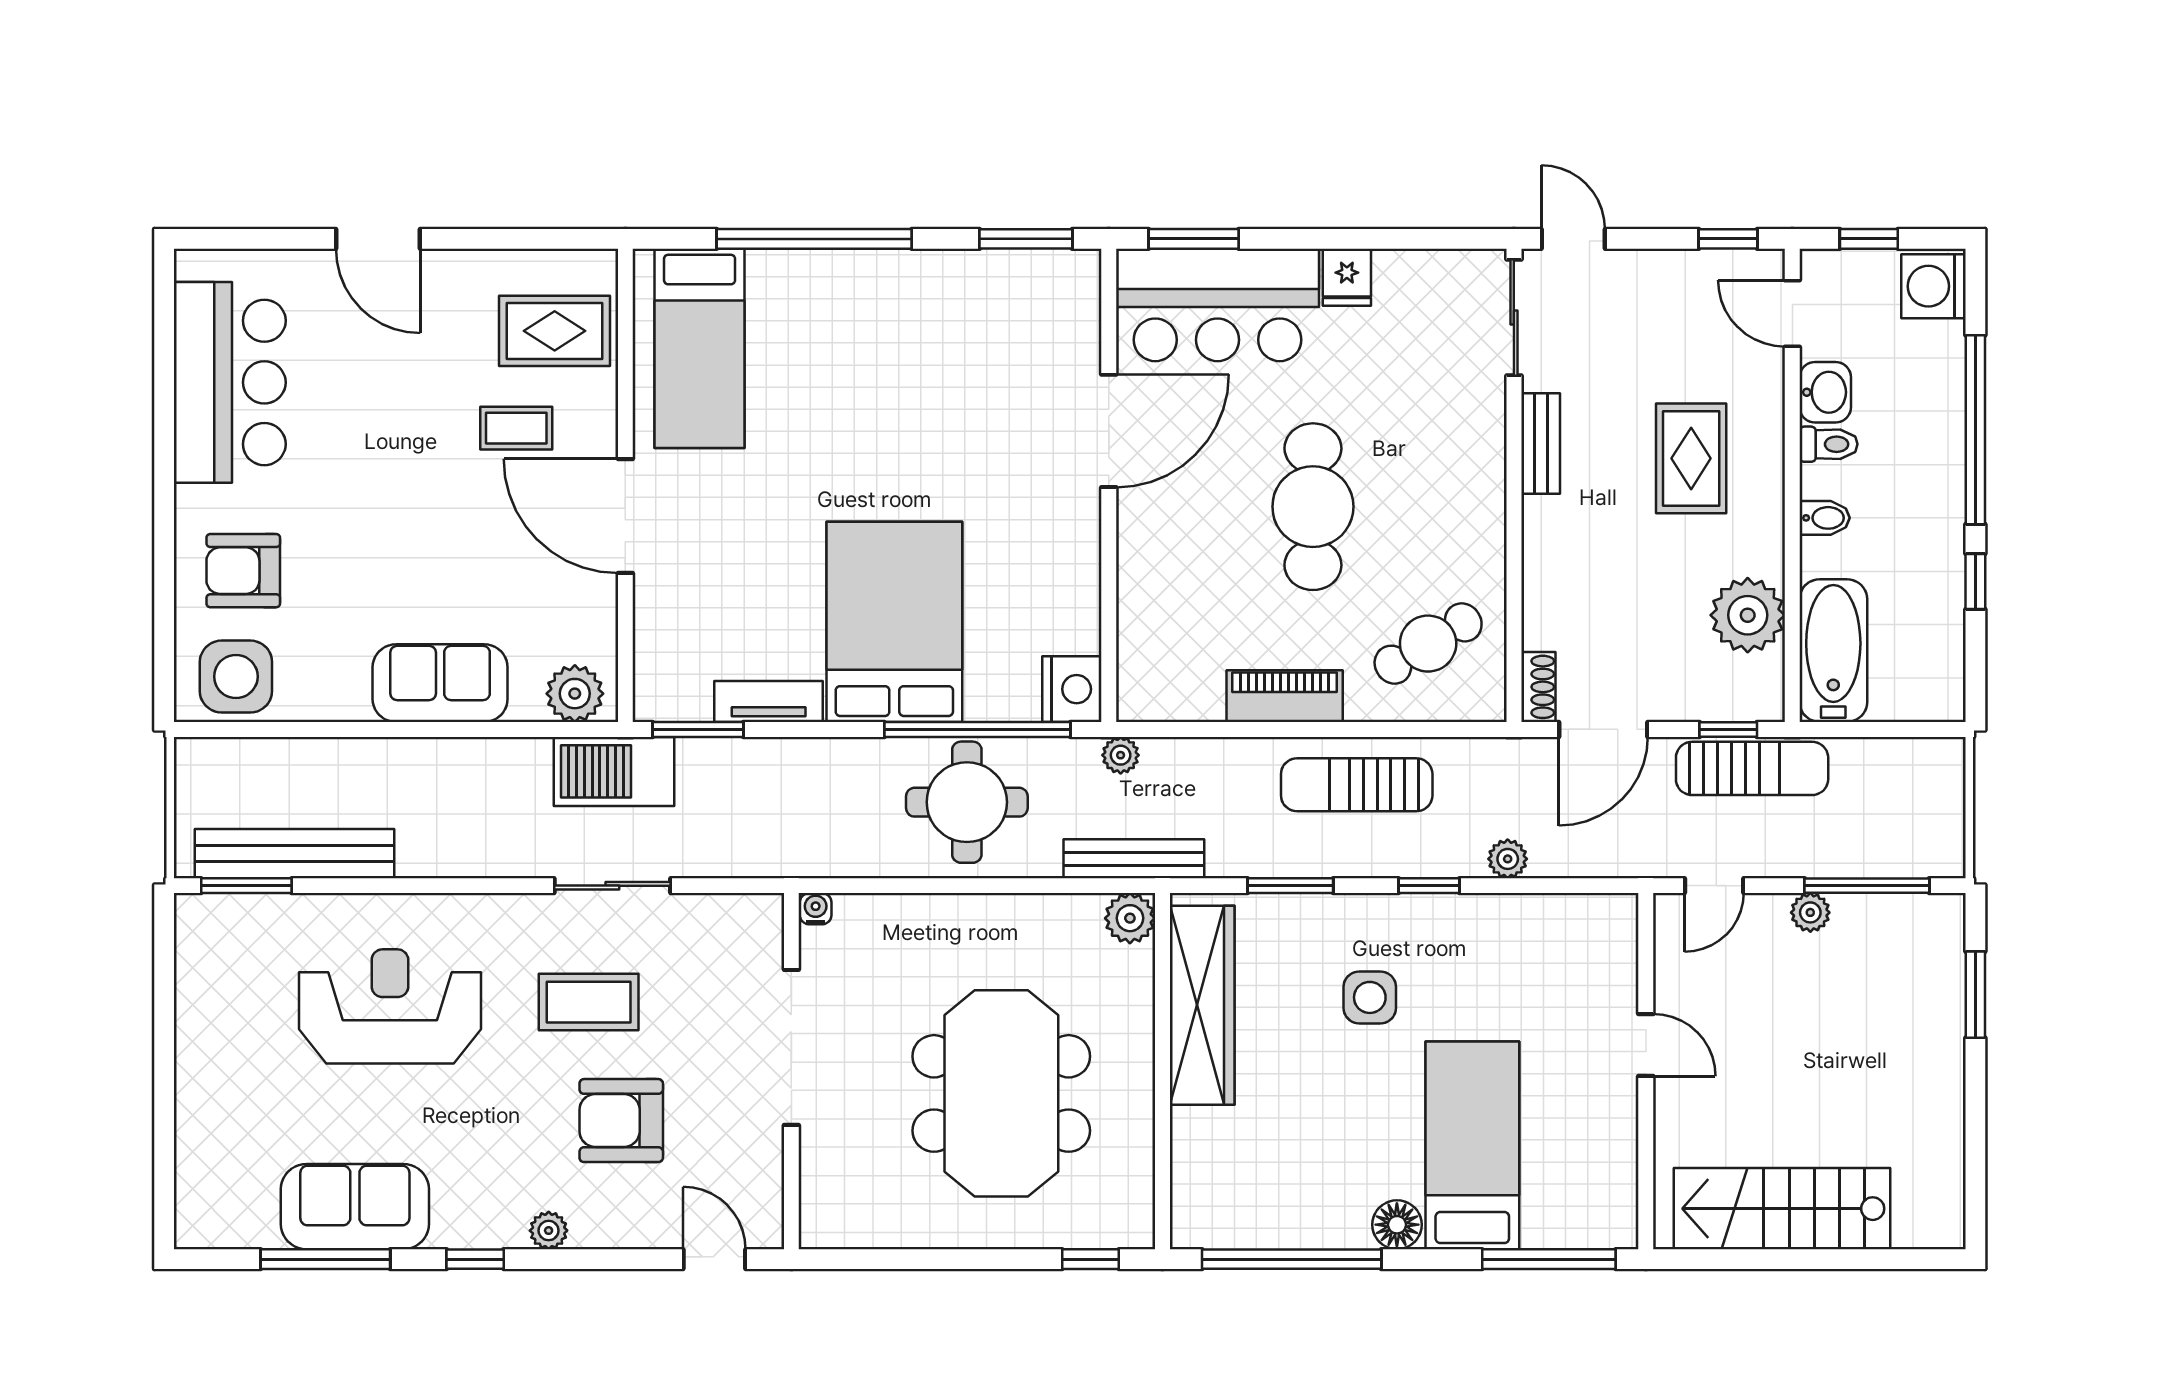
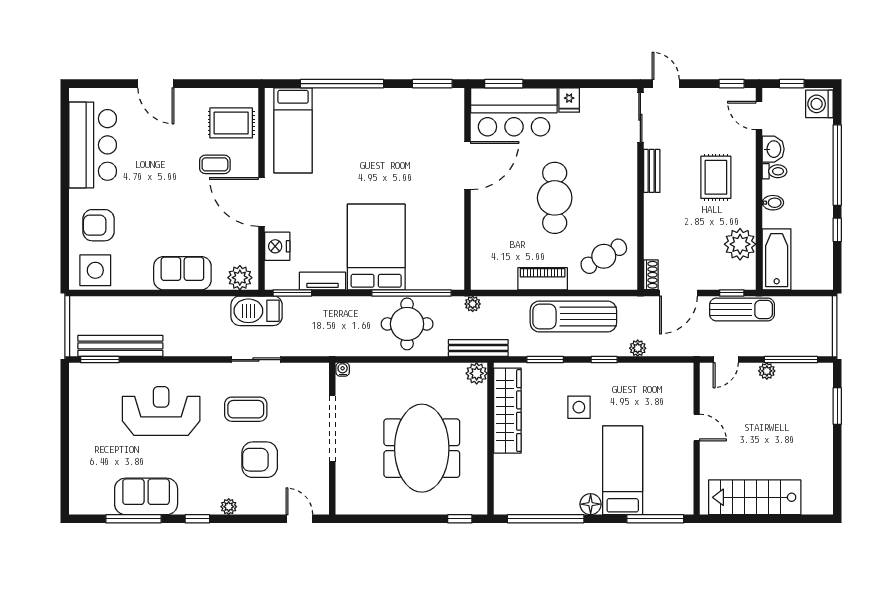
nightstand: (1072, 689) -> (277, 246), moved, turned 180
sun lounger: (1357, 785) -> (573, 316), width x1.36, depth x1.34

